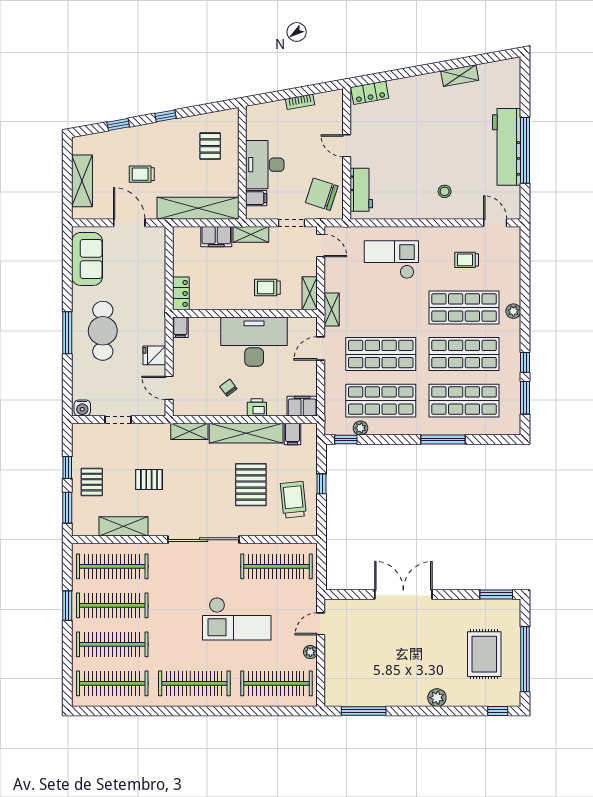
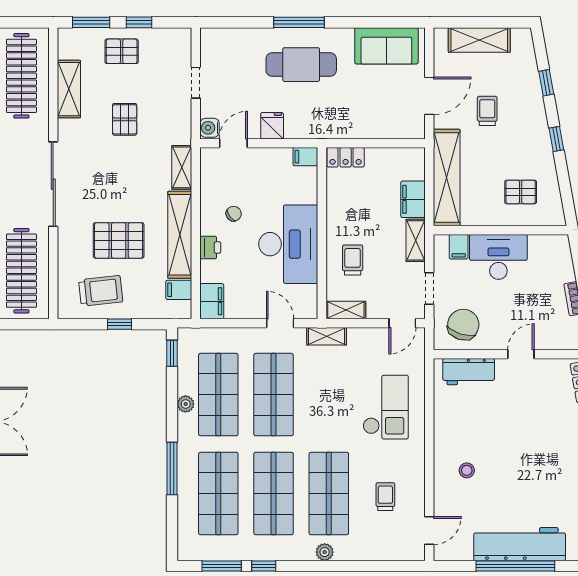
water cooler: (82, 408) -> (210, 128), moved
plant: (361, 428) -> (186, 404), moved

